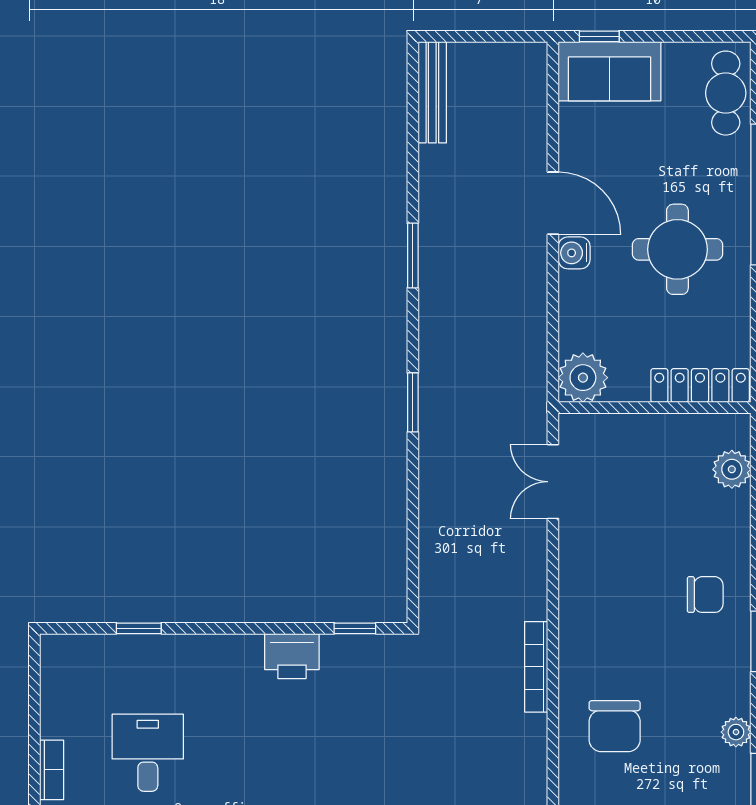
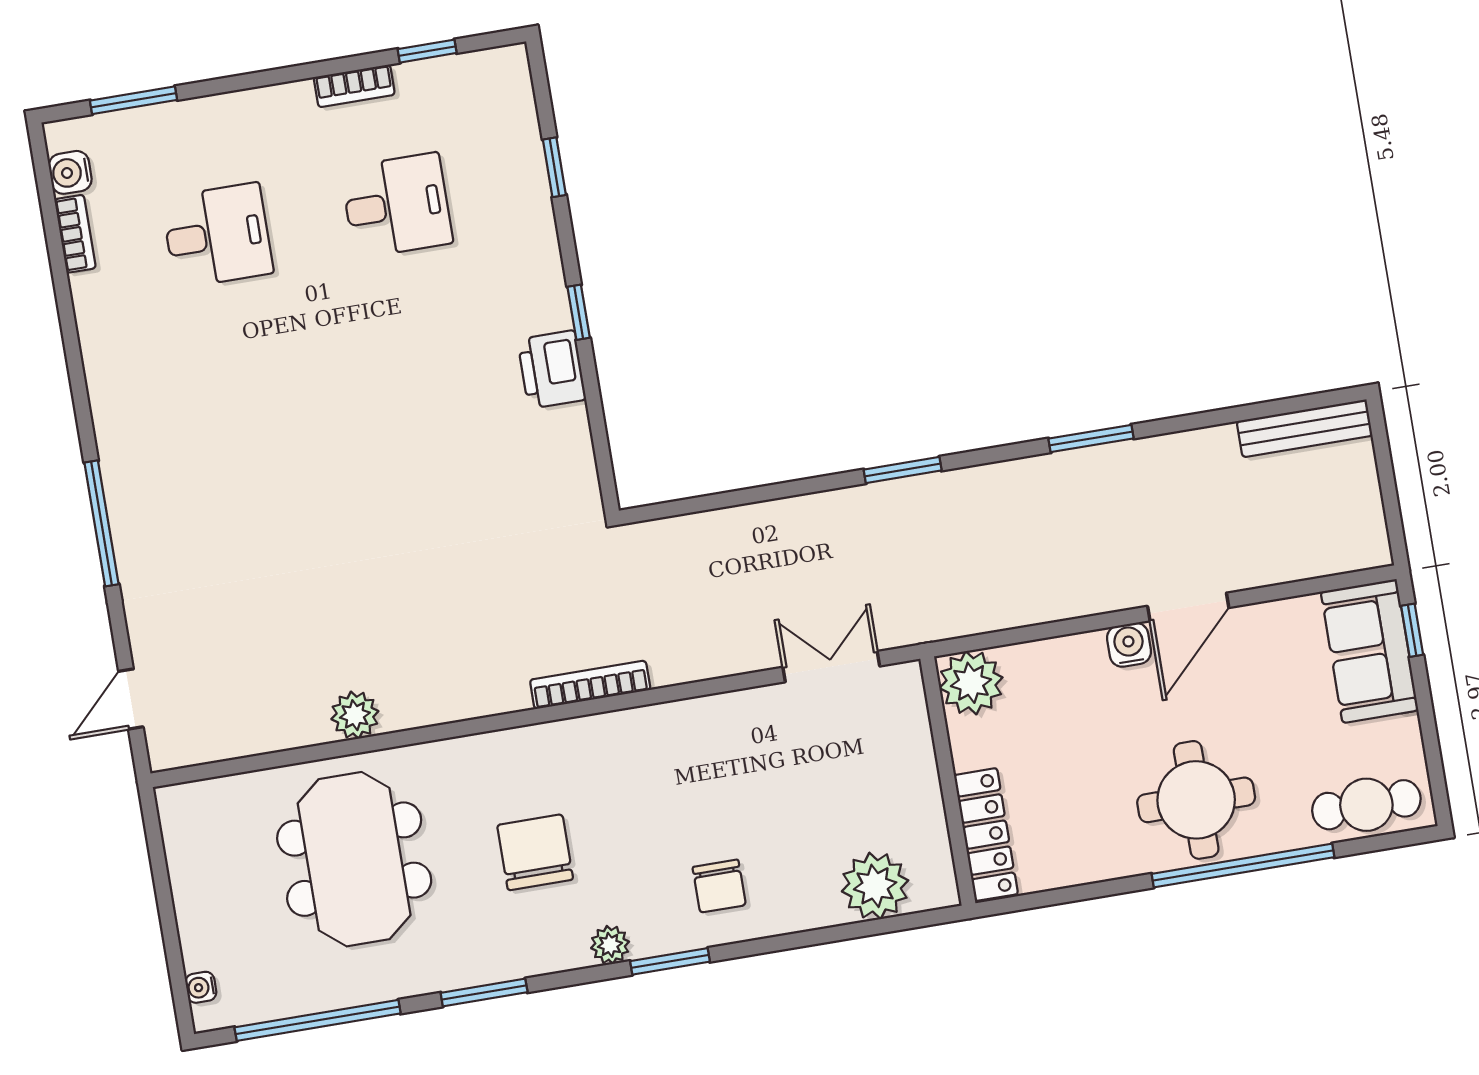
round table: (677, 249) -> (1196, 800), moved
plant: (732, 469) -> (875, 886), width x1.36, depth x1.36
window: (355, 628) -> (579, 312), moved
window: (34, 710) -> (427, 51), added
chair: (615, 726) -> (535, 852), moved, turned 90
plant: (736, 732) -> (610, 945), moved

